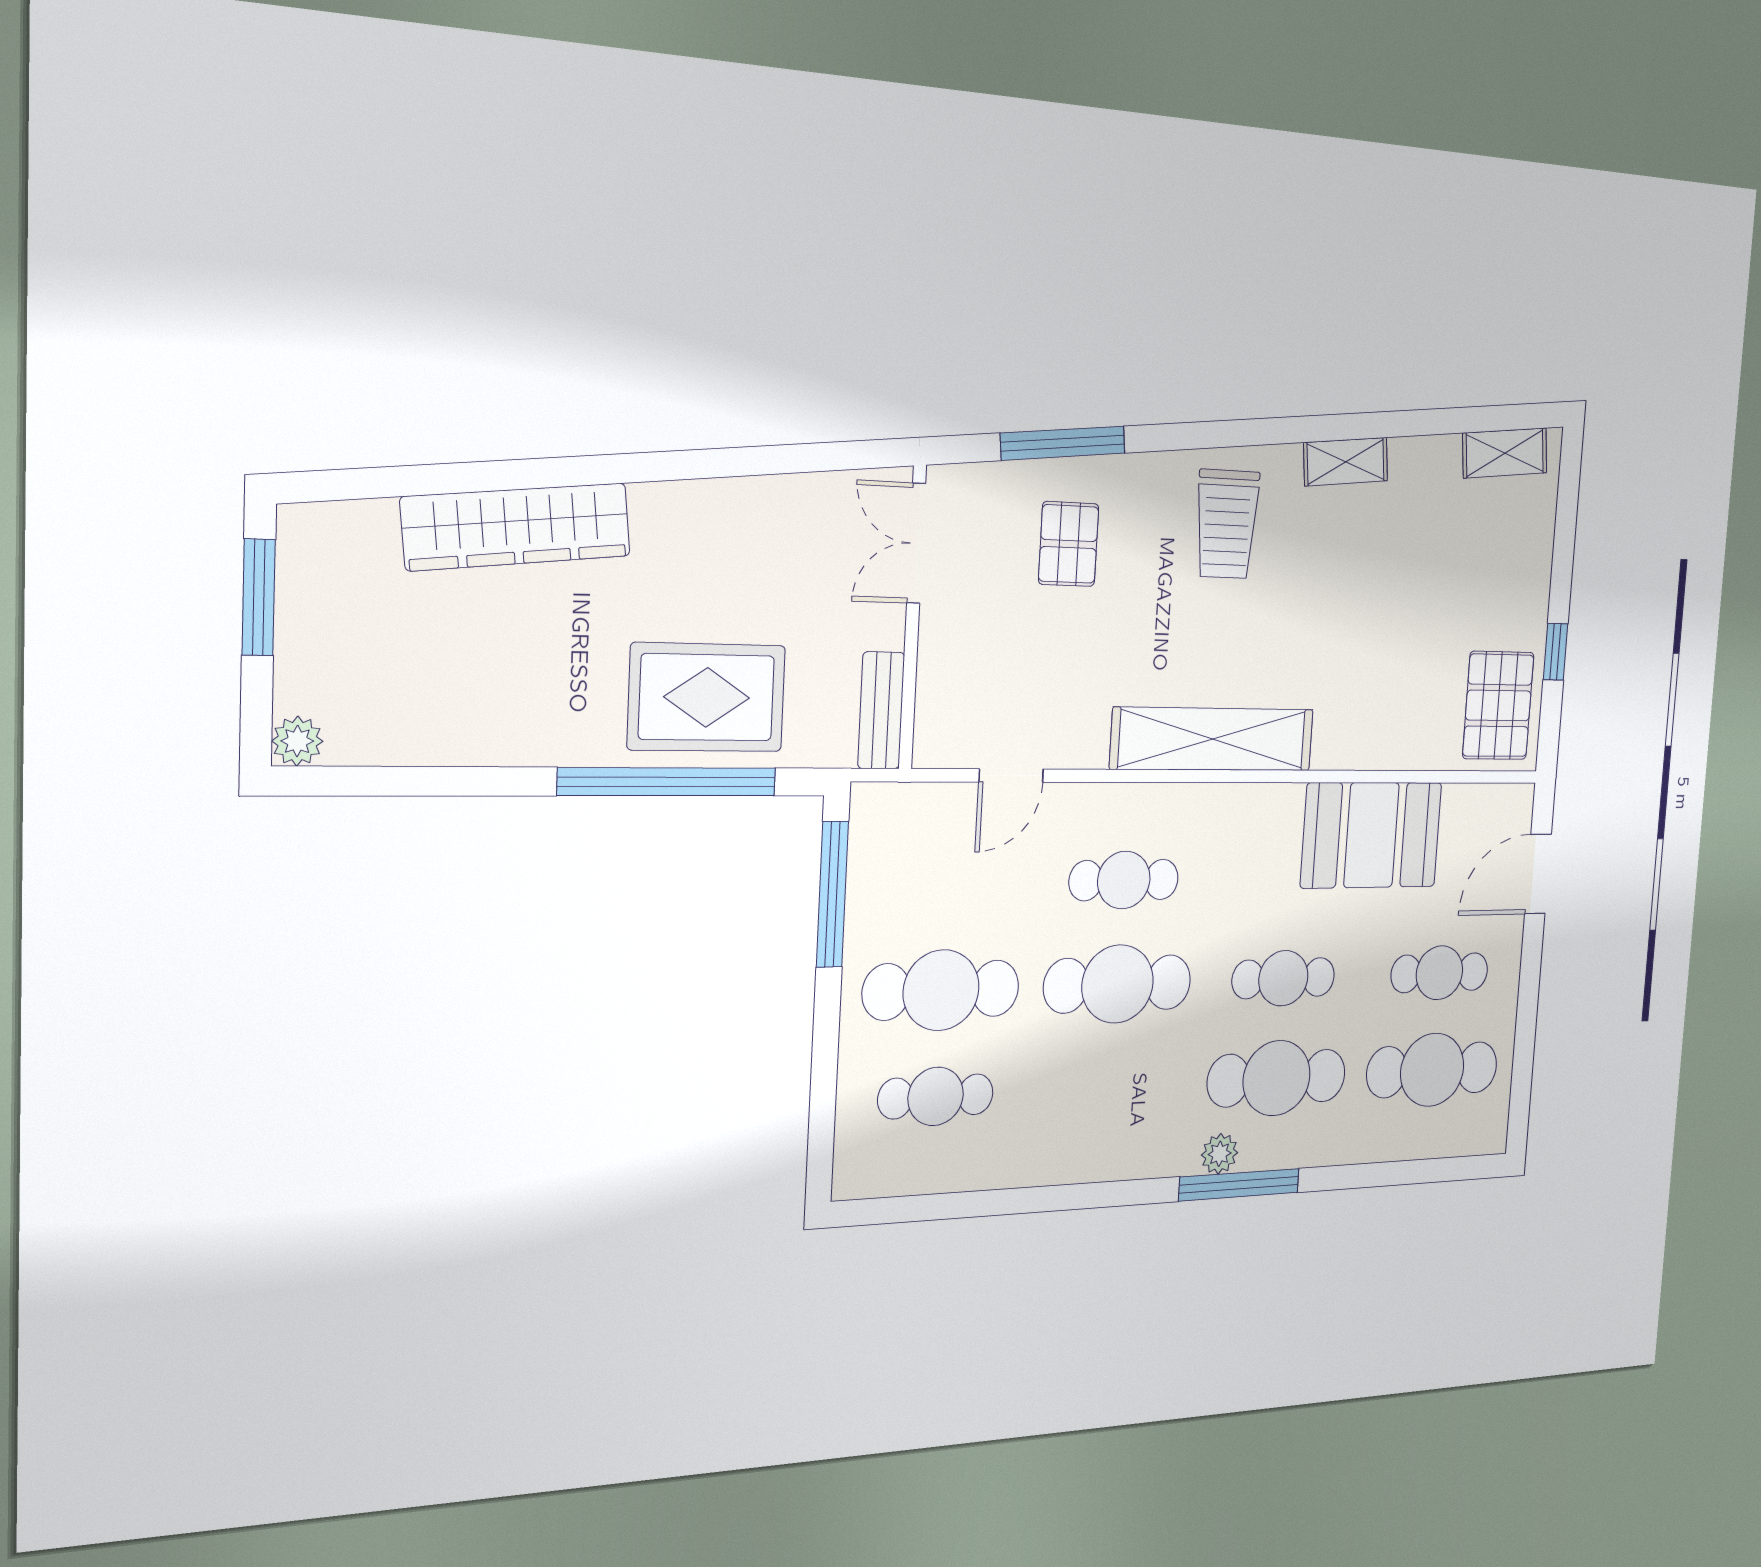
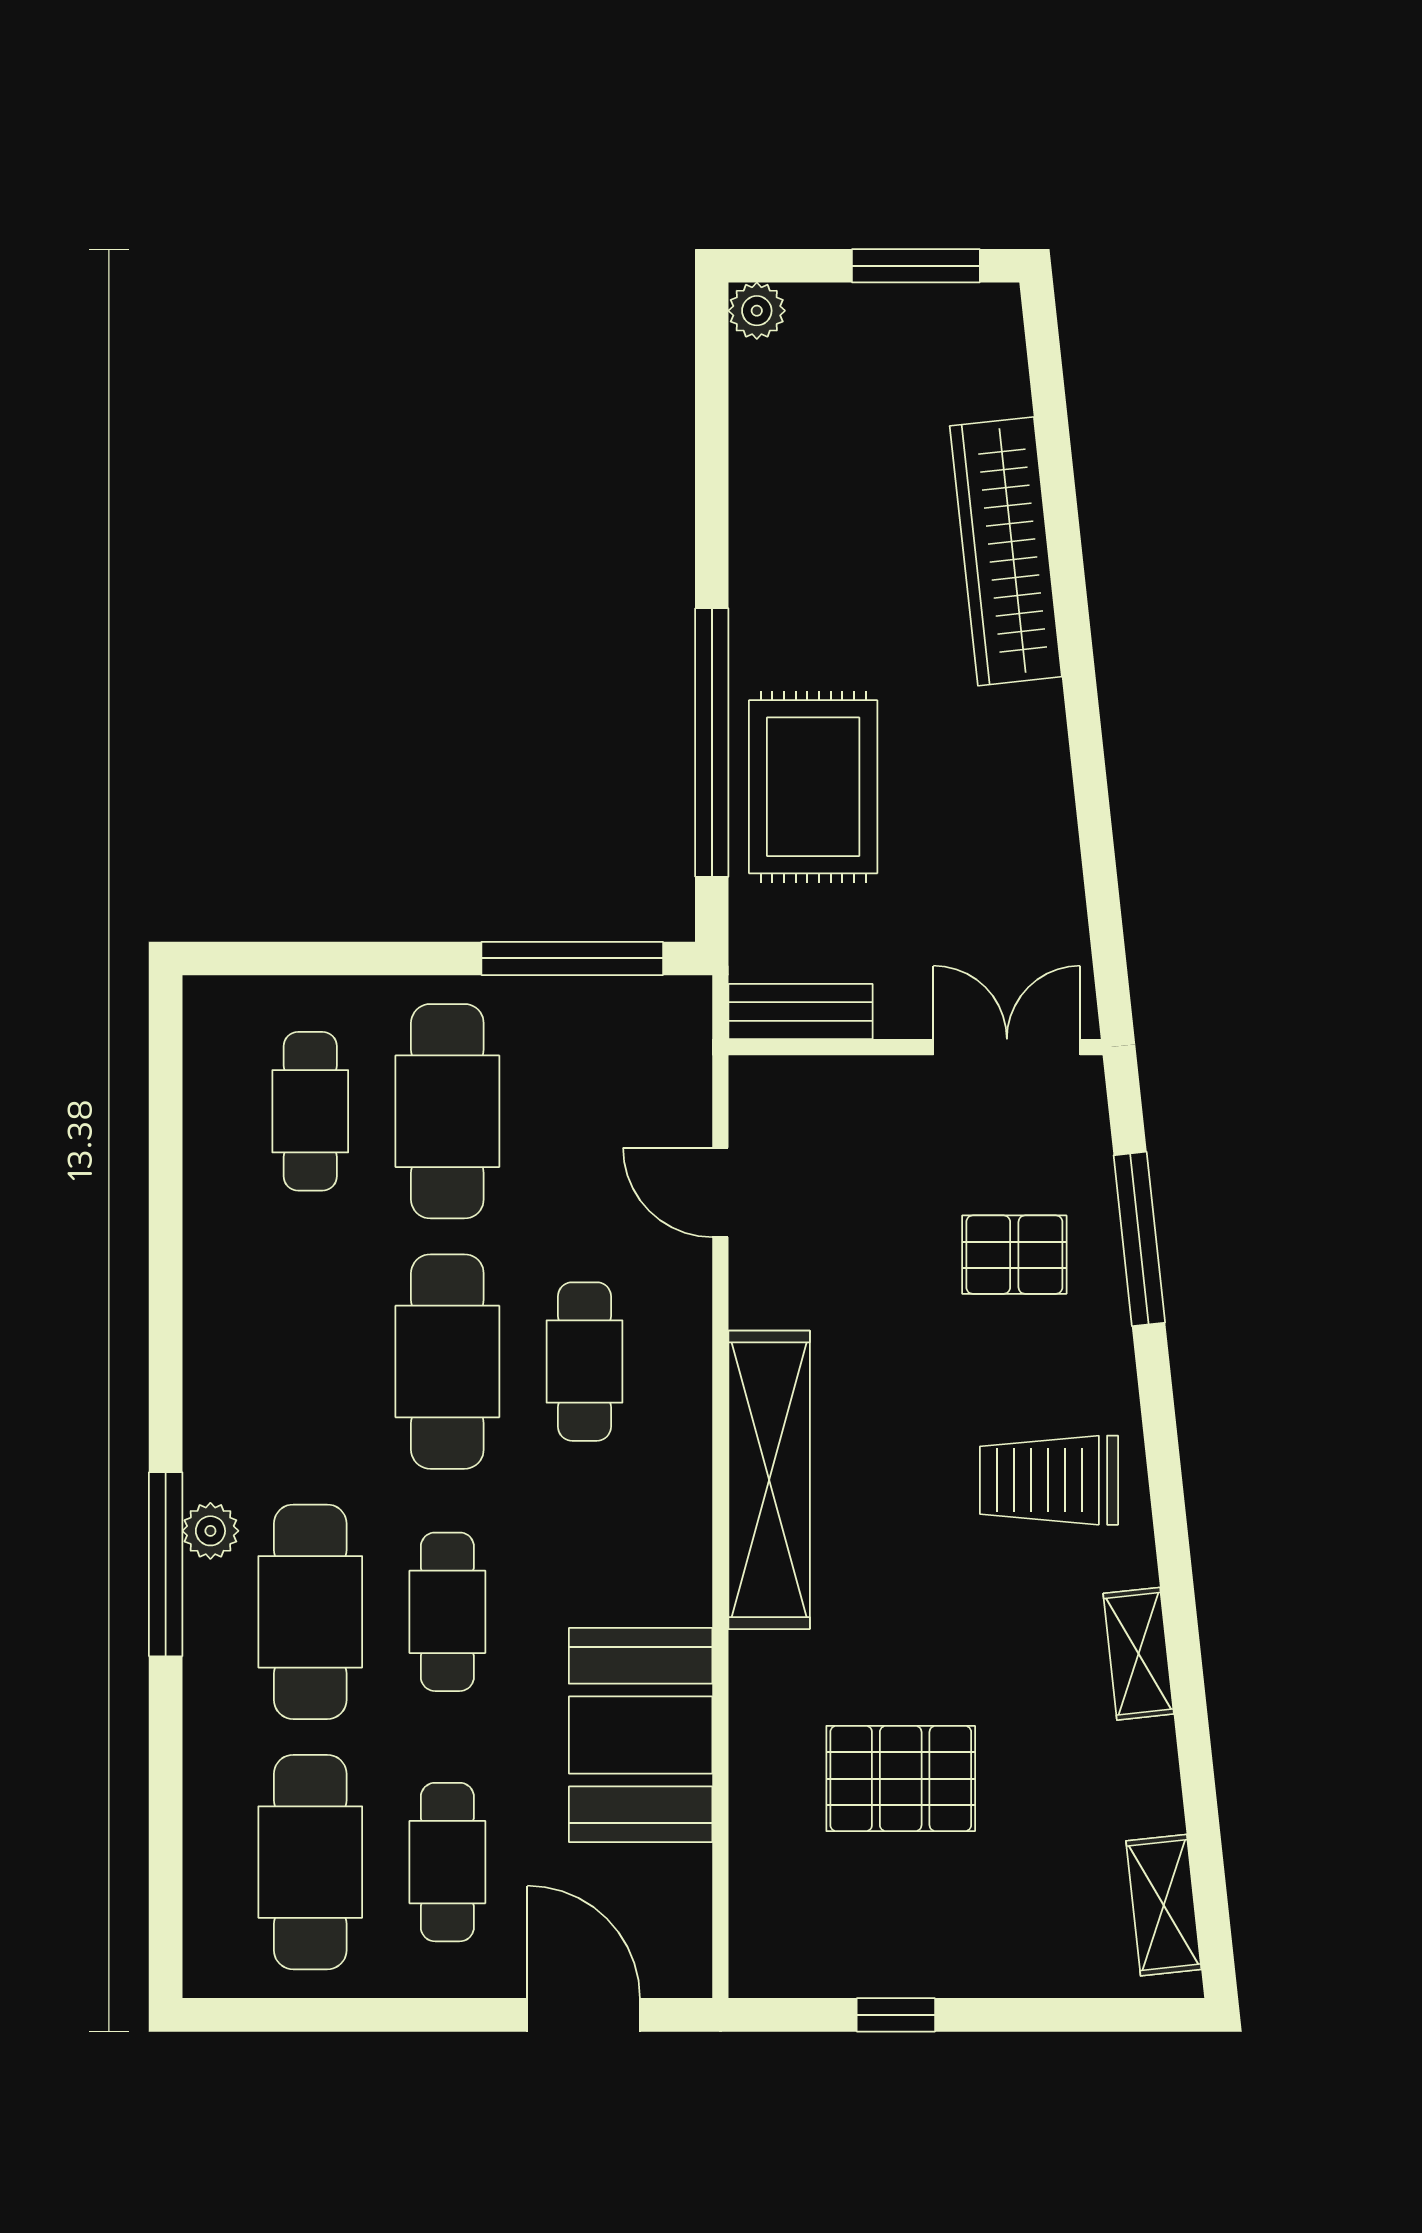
pallet: (1498, 705) -> (901, 1779), moved

